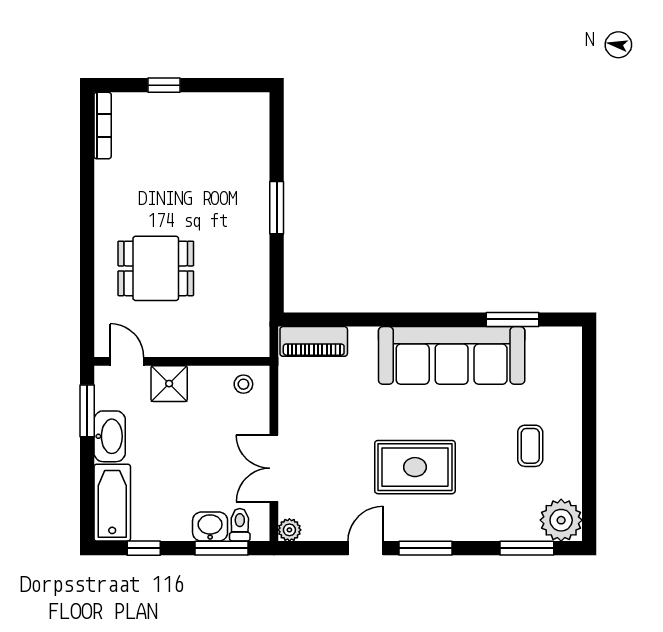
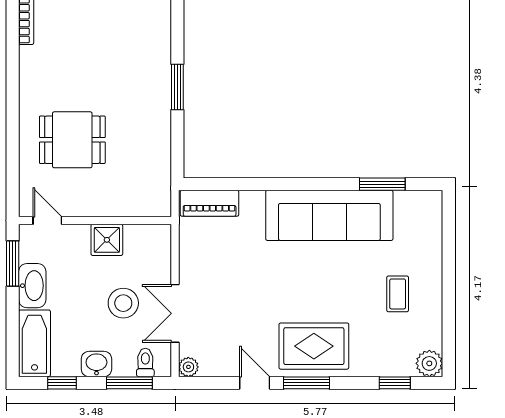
shower: (169, 384) -> (107, 240), moved
stool: (243, 384) -> (123, 303), moved, width x1.89, depth x1.89
rug: (415, 467) -> (314, 346), moved
plant: (561, 520) -> (429, 363), width x0.73, depth x0.73
washbasin: (210, 527) -> (96, 364), moved
door: (366, 548) -> (255, 383), hinge flipped
window: (527, 548) -> (395, 383), width x0.67

